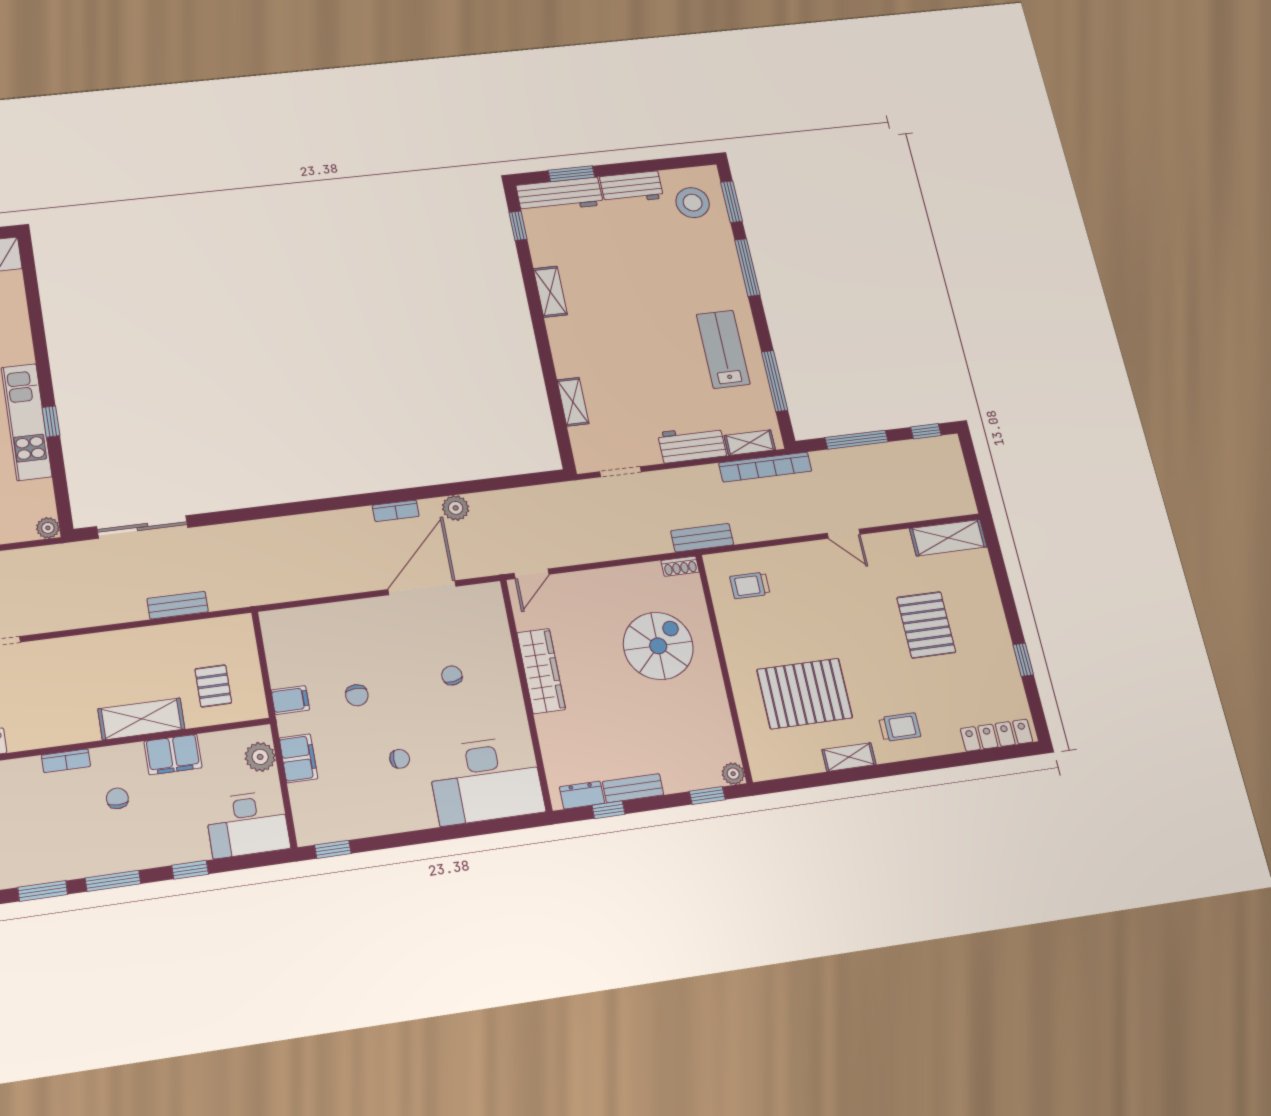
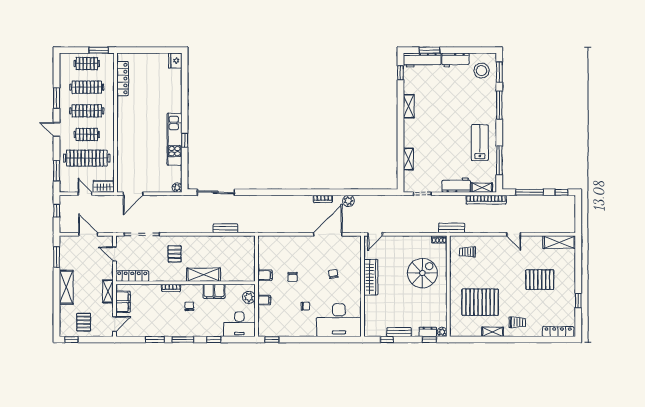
pallet: (926, 625) -> (540, 280), turned 90
pallet: (213, 686) -> (175, 254), moved
filing cabinet: (298, 758) -> (264, 300), width x0.50
dresser: (582, 795) -> (428, 332), moved

